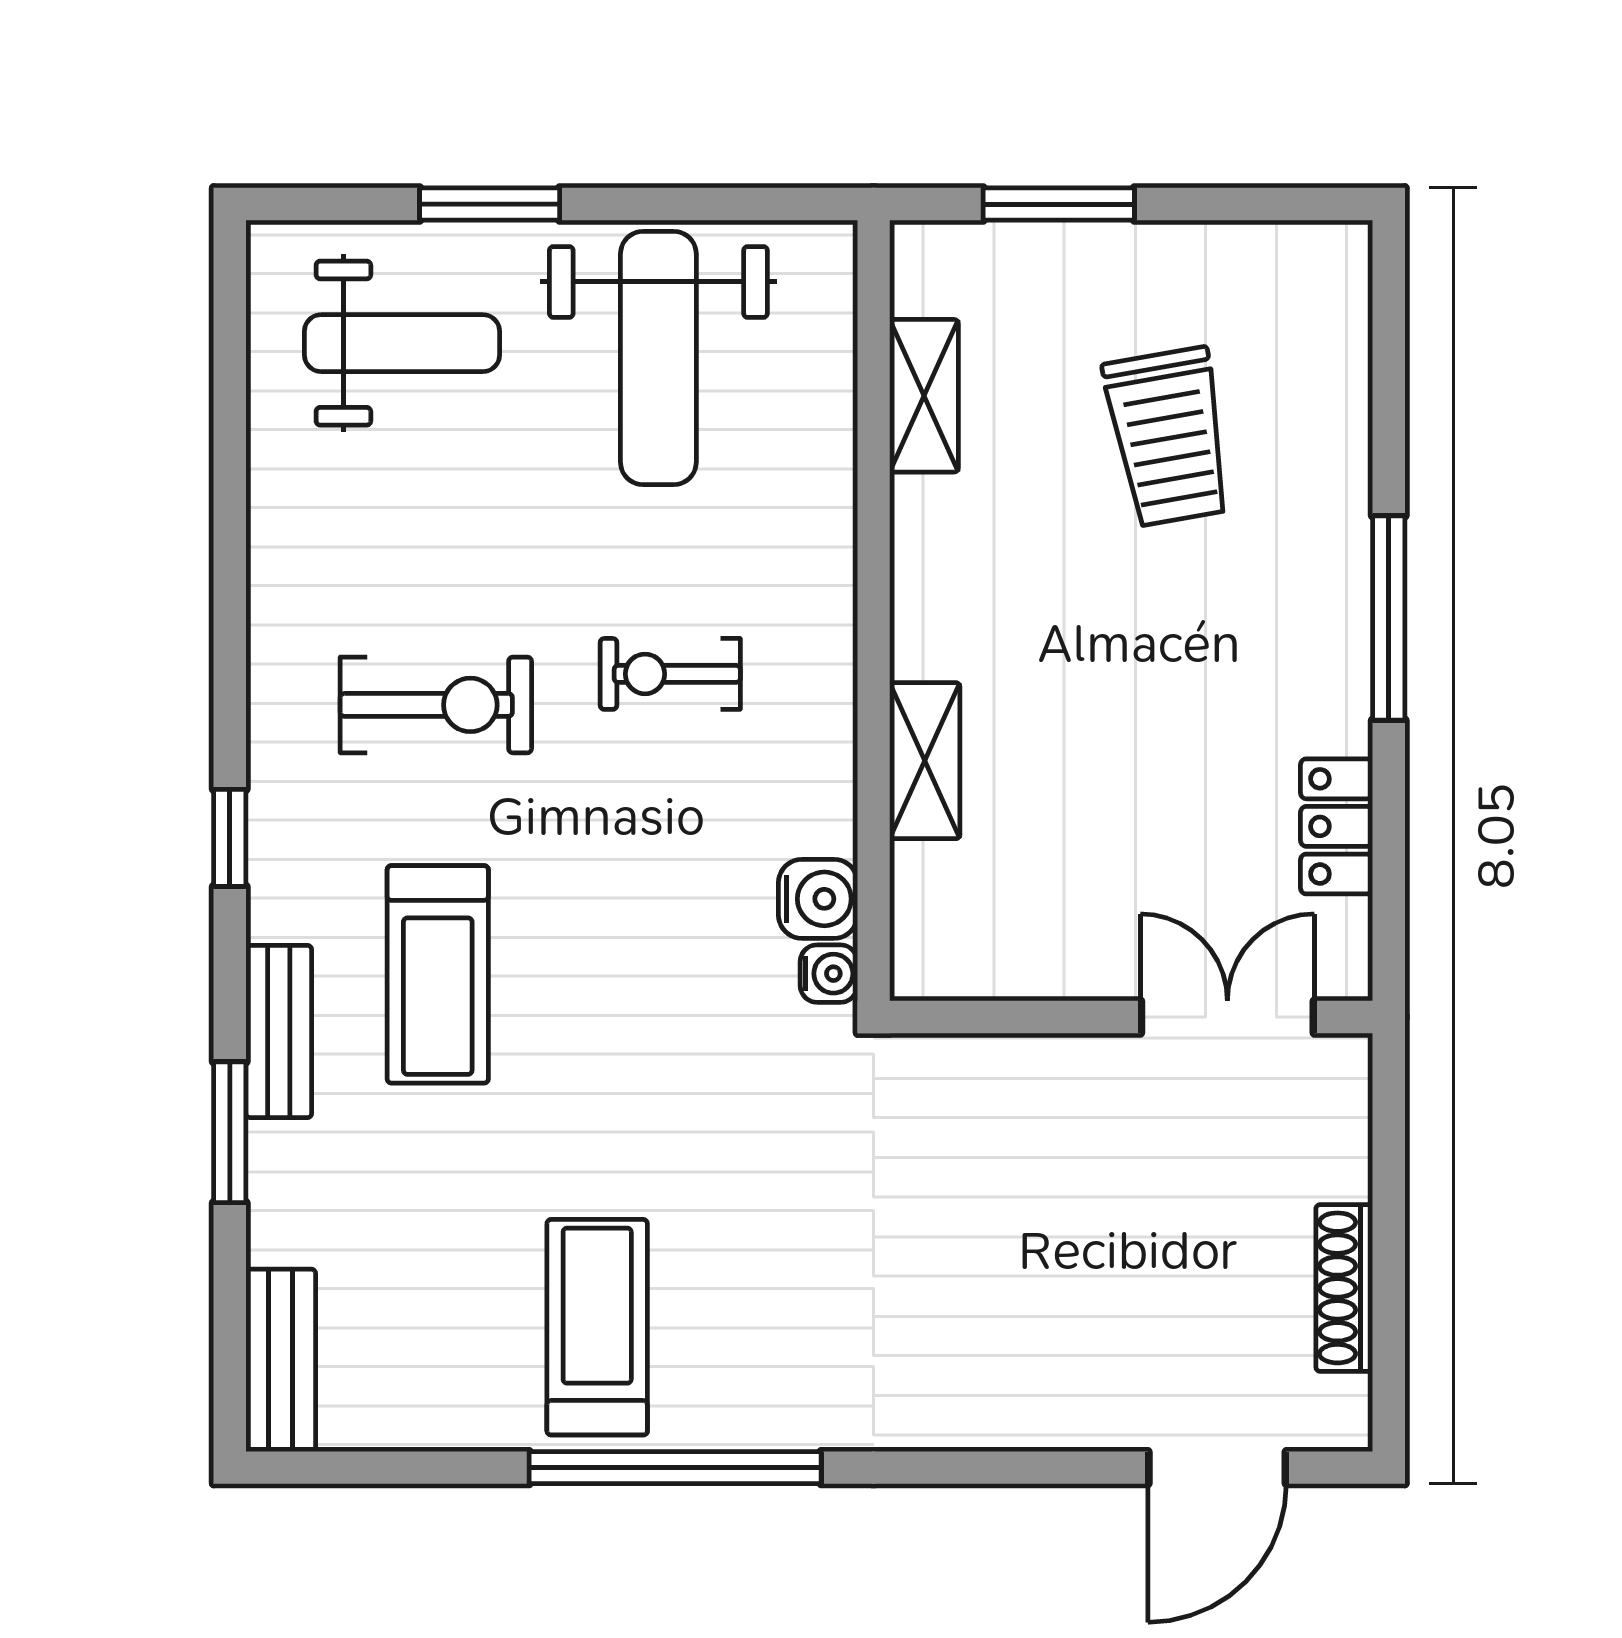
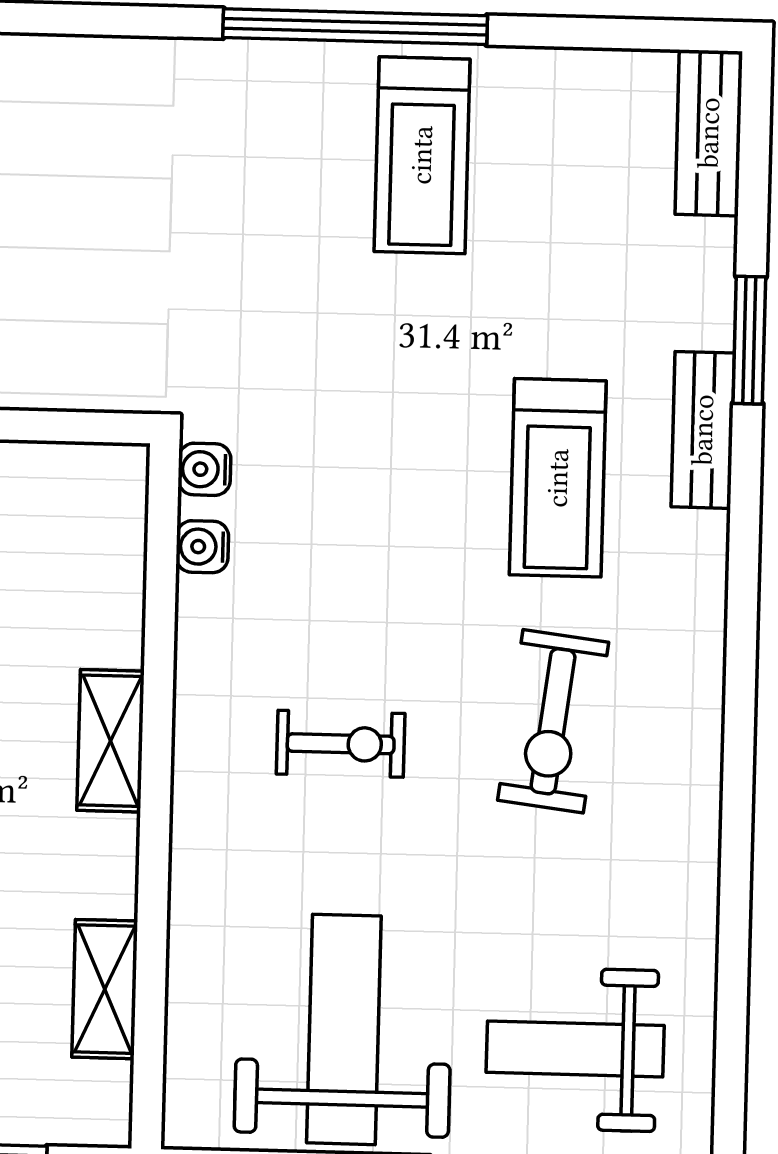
exercise bike: (436, 705) -> (553, 721), turned -83
shelving: (925, 761) -> (111, 741), moved
window: (230, 838) -> (742, 606), removed
water cooler: (818, 899) -> (202, 547), width x0.72, depth x0.72
treadmill: (438, 974) -> (558, 478), turned 180

